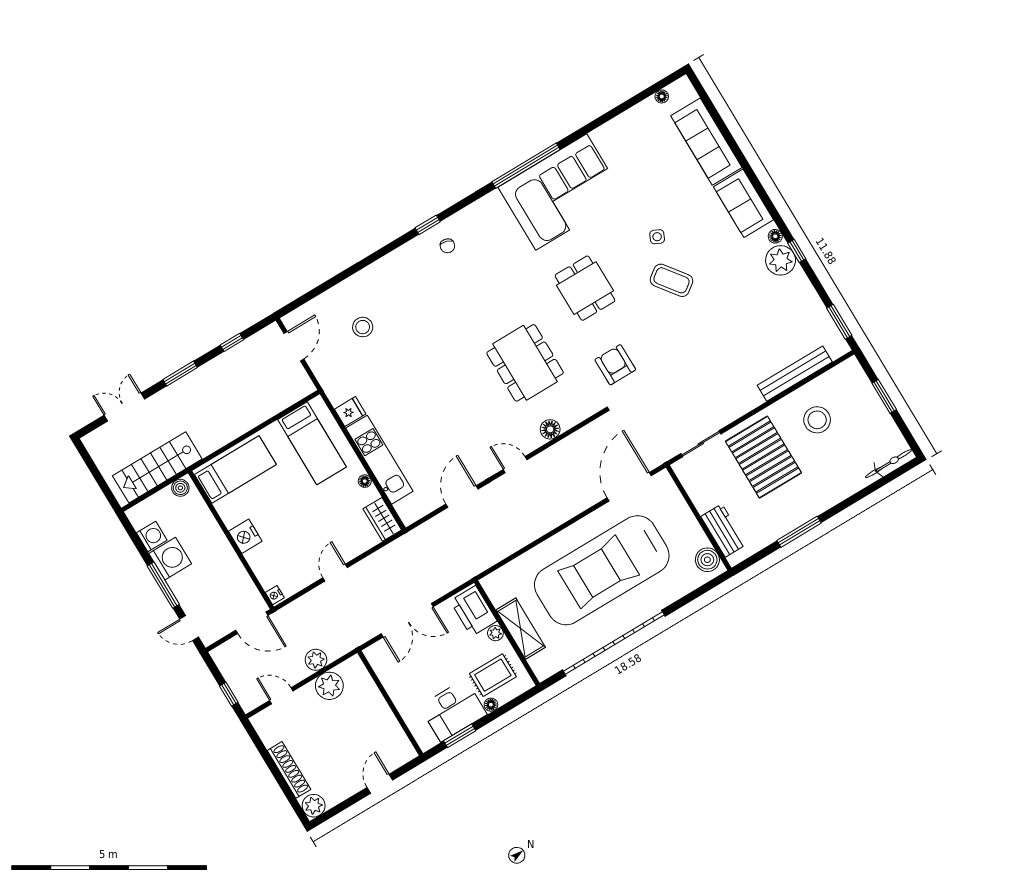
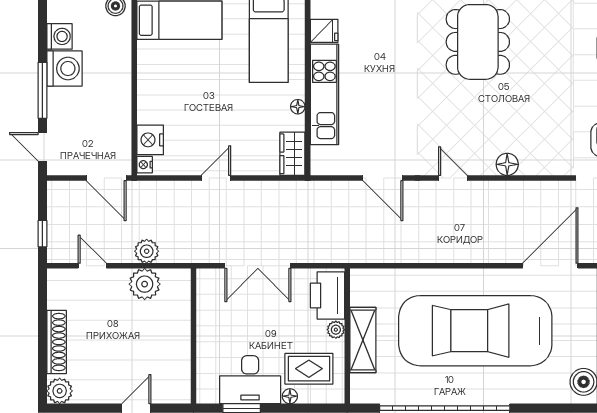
dining table: (525, 363) -> (478, 42), moved
door: (462, 496) -> (383, 178), swing flipped
nightstand: (245, 536) -> (150, 140), moved

